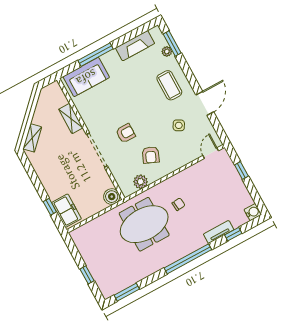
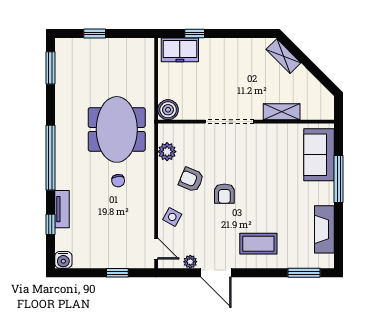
plant: (167, 51) -> (190, 262), moved
side table: (179, 125) -> (172, 217), moved
armchair: (126, 133) -> (224, 194), moved

